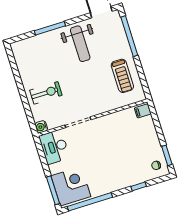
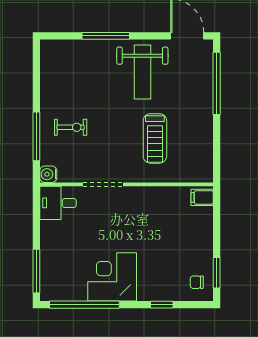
treadmill: (122, 76) -> (155, 138), moved
exercise bike: (46, 93) -> (71, 127), width x0.73, depth x0.72
window: (26, 105) -> (36, 136), added
desk: (54, 147) -> (58, 203), width x0.73
corner desk: (71, 186) -> (112, 277), moved, turned -90

